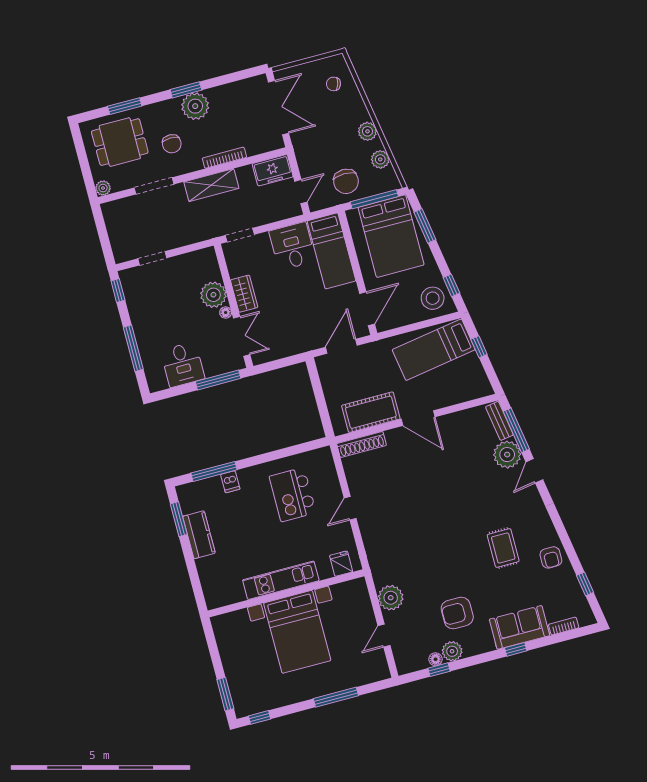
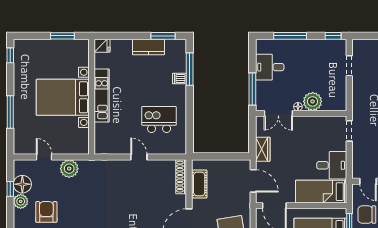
wardrobe: (244, 294) -> (263, 149), moved, turned -90
cot: (371, 412) -> (199, 184), width x0.73, depth x0.75
fridge: (341, 564) -> (102, 46), moved
floor lamp: (436, 659) -> (22, 184), width x1.89, depth x1.89
window: (225, 694) -> (62, 36), moved

